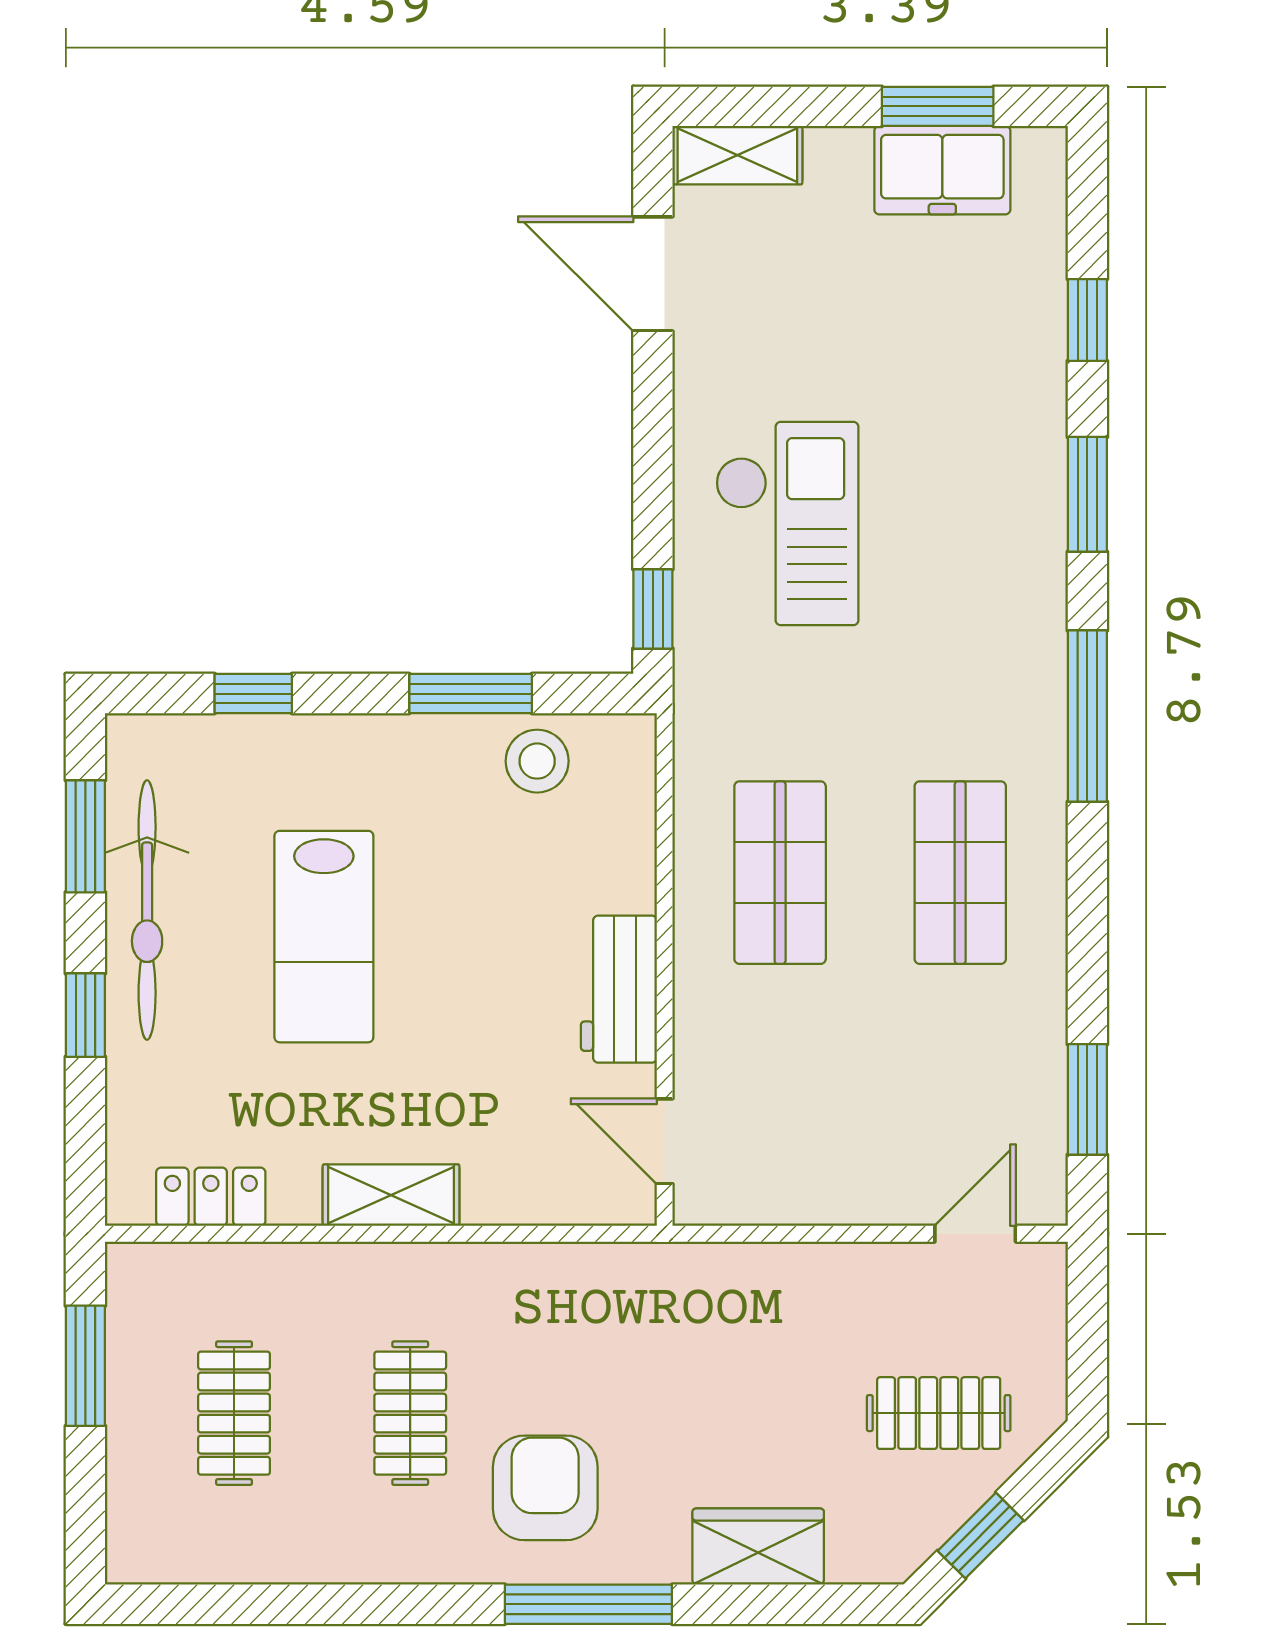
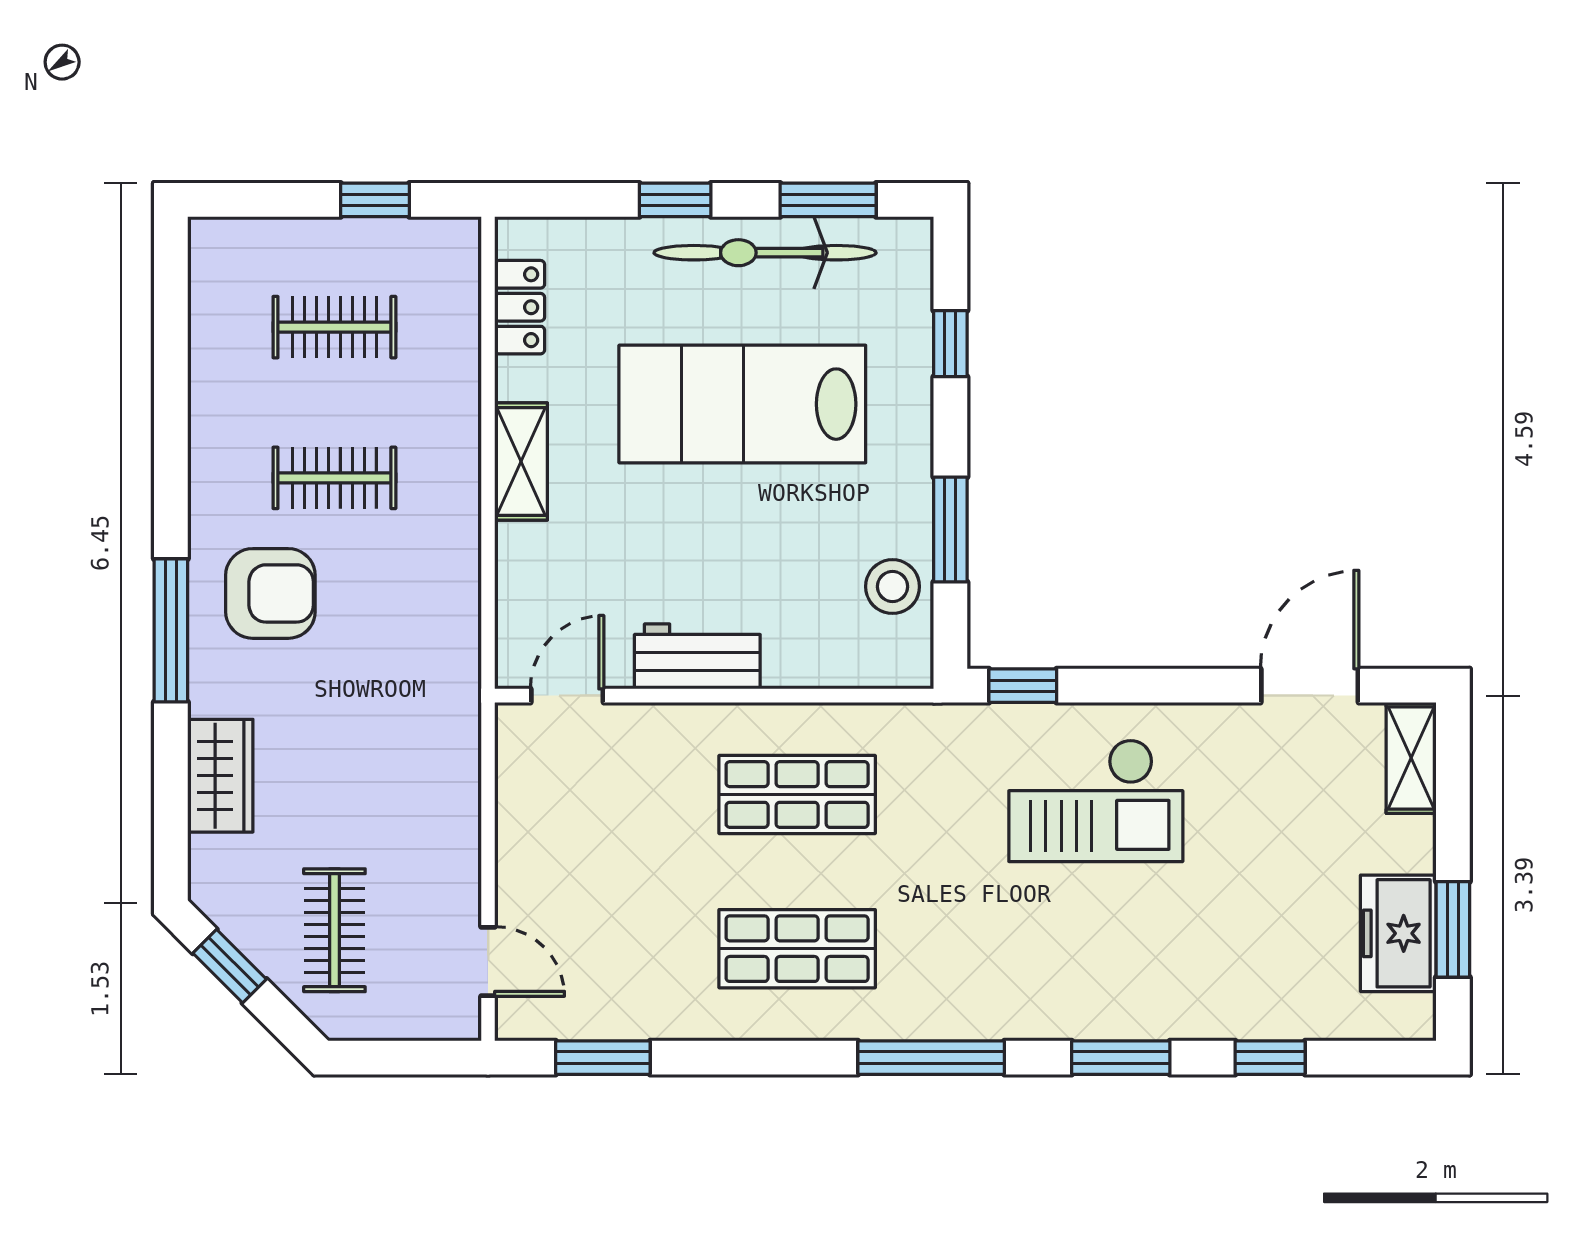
lab bench: (324, 937) -> (742, 404), width x1.36, depth x1.39
window: (85, 1366) -> (375, 200), width x0.67

